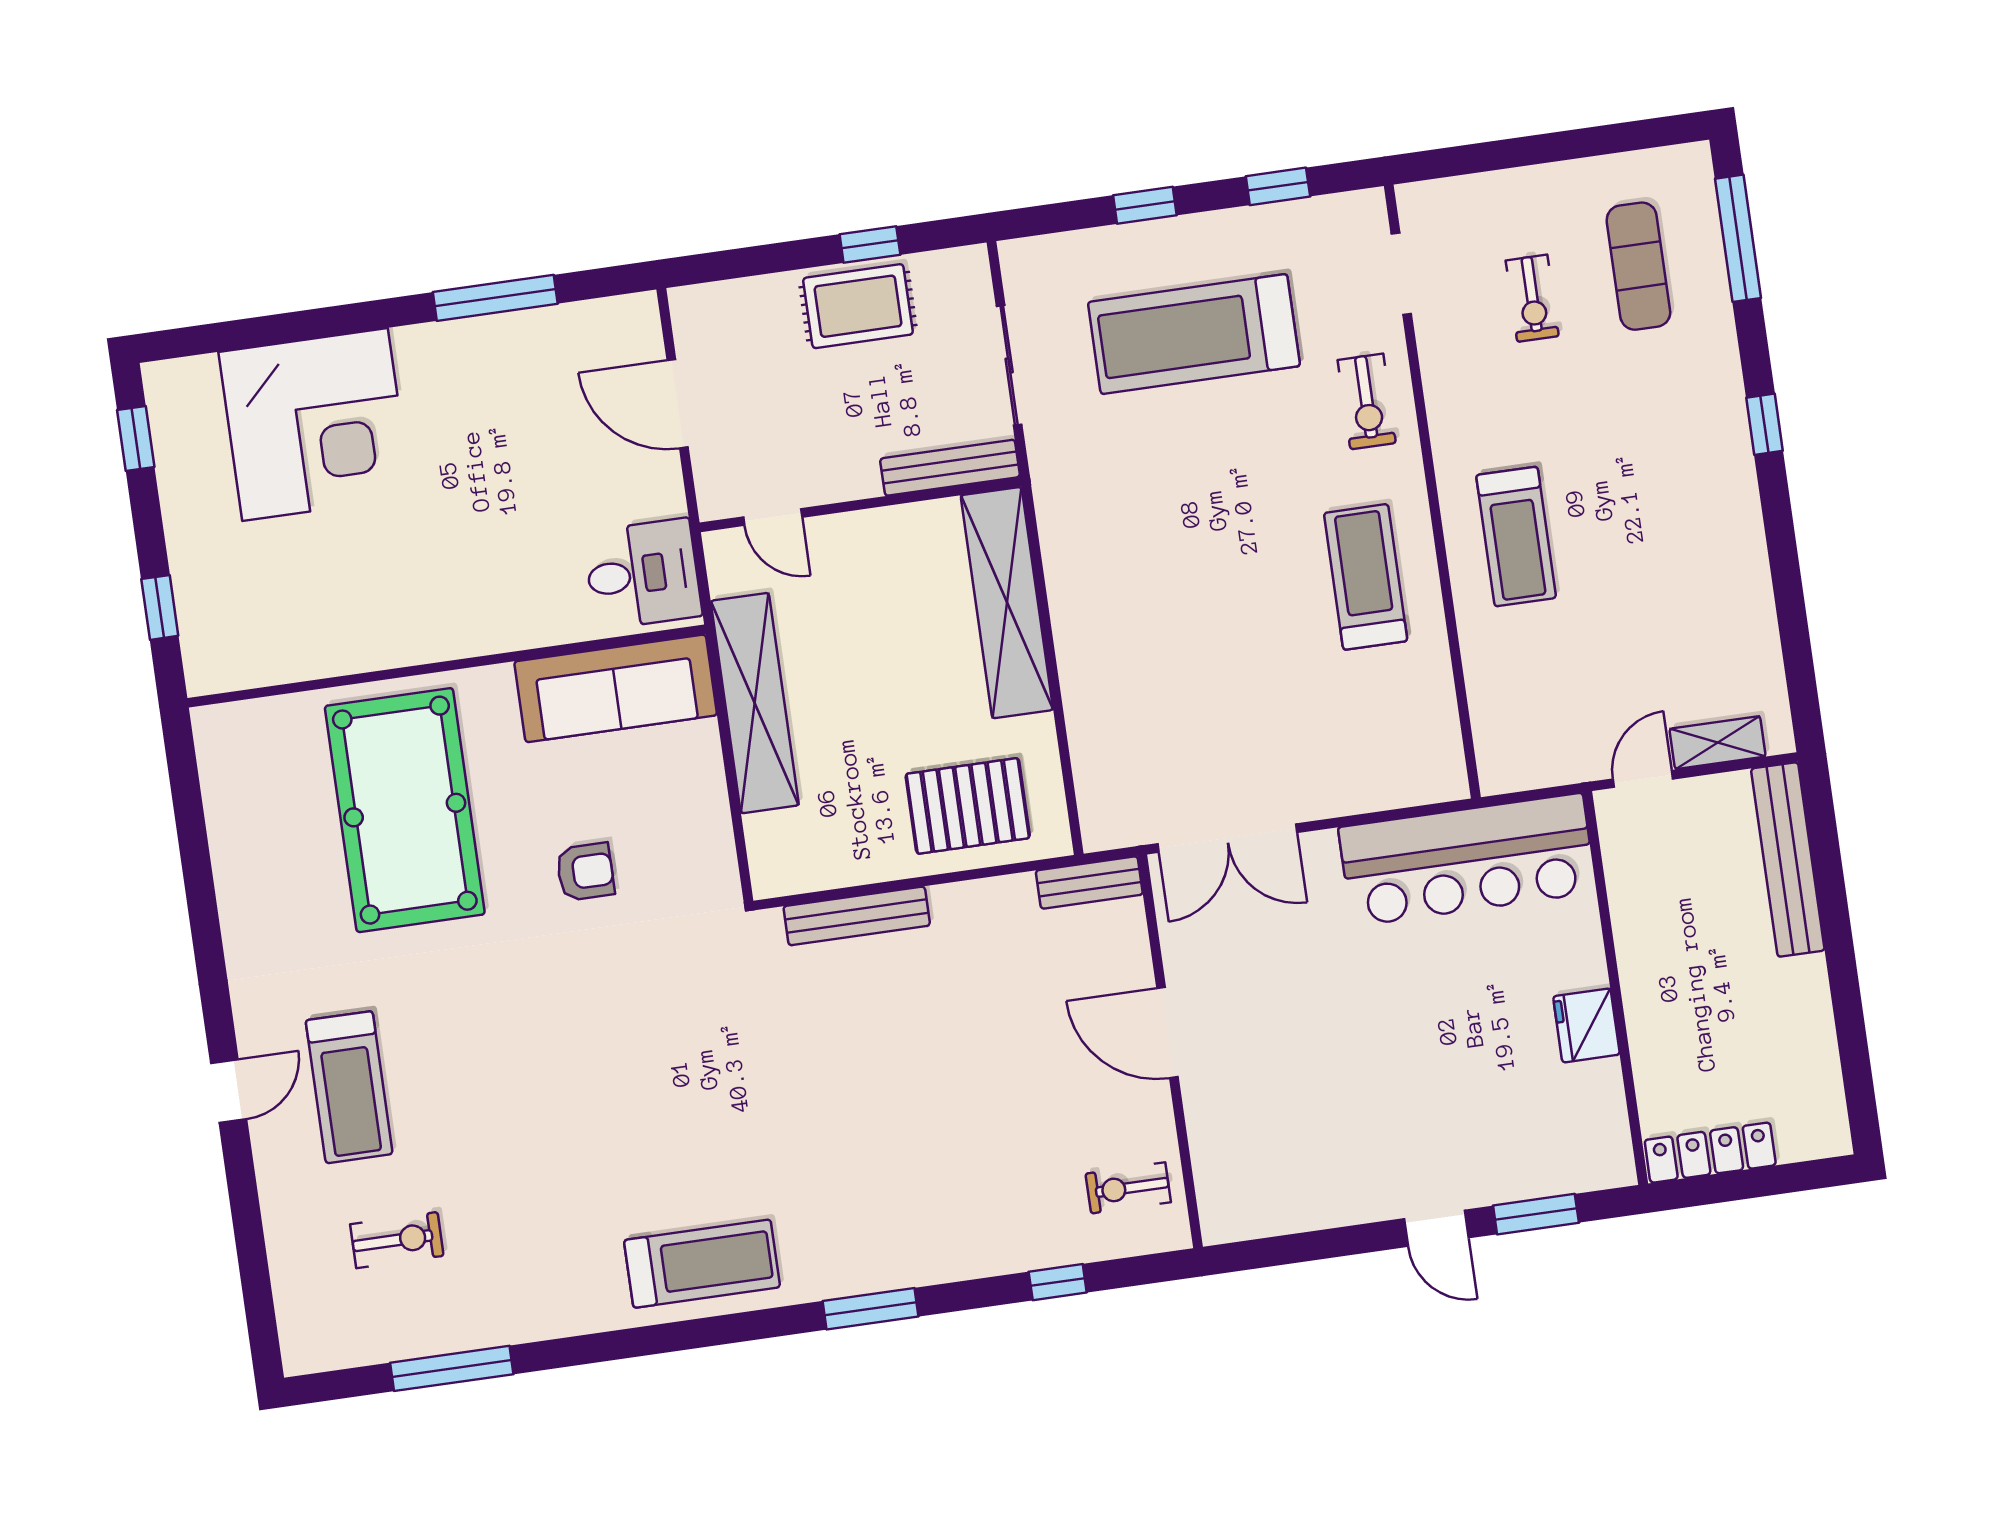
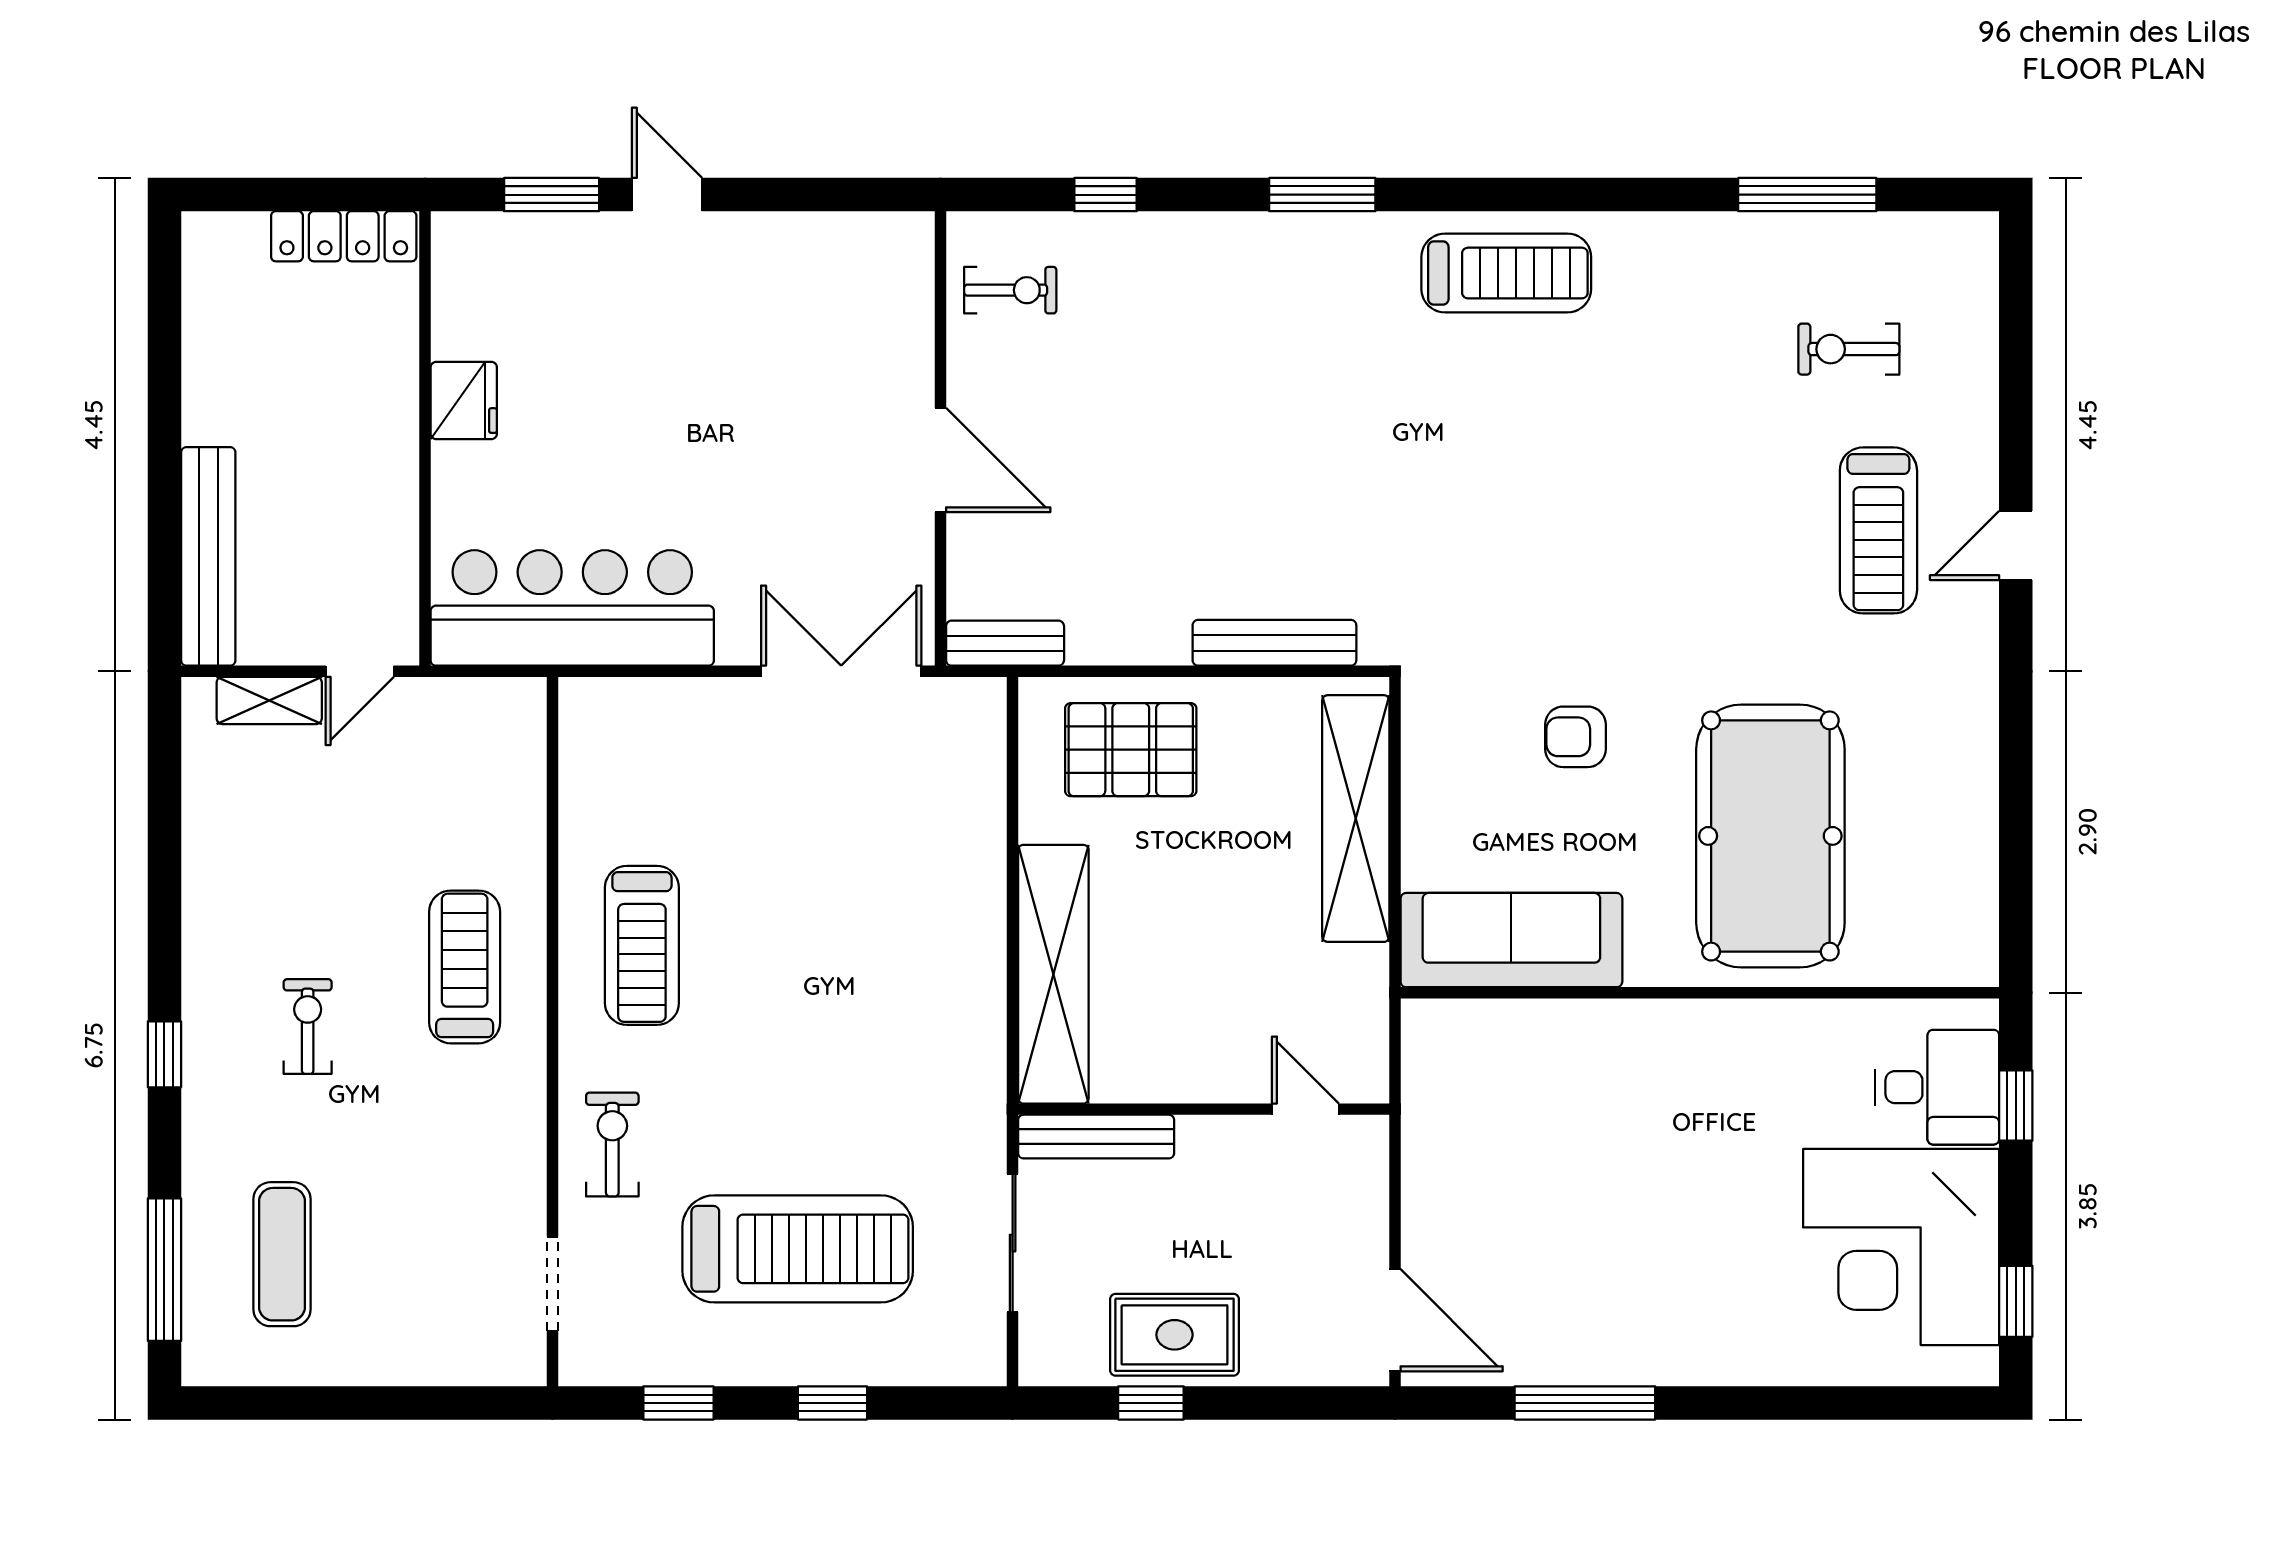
exercise bike: (1532, 298) -> (308, 1027), moved
door: (678, 404) -> (1395, 1320), moved
corner desk: (315, 424) -> (1901, 1247), moved, turned -90
desk: (643, 574) -> (1937, 1087), moved, turned 180
shelving: (755, 703) -> (1356, 819), moved
treadmill: (349, 1087) -> (1878, 530), turned 180
treadmill: (702, 1264) -> (1506, 273), turned 180

